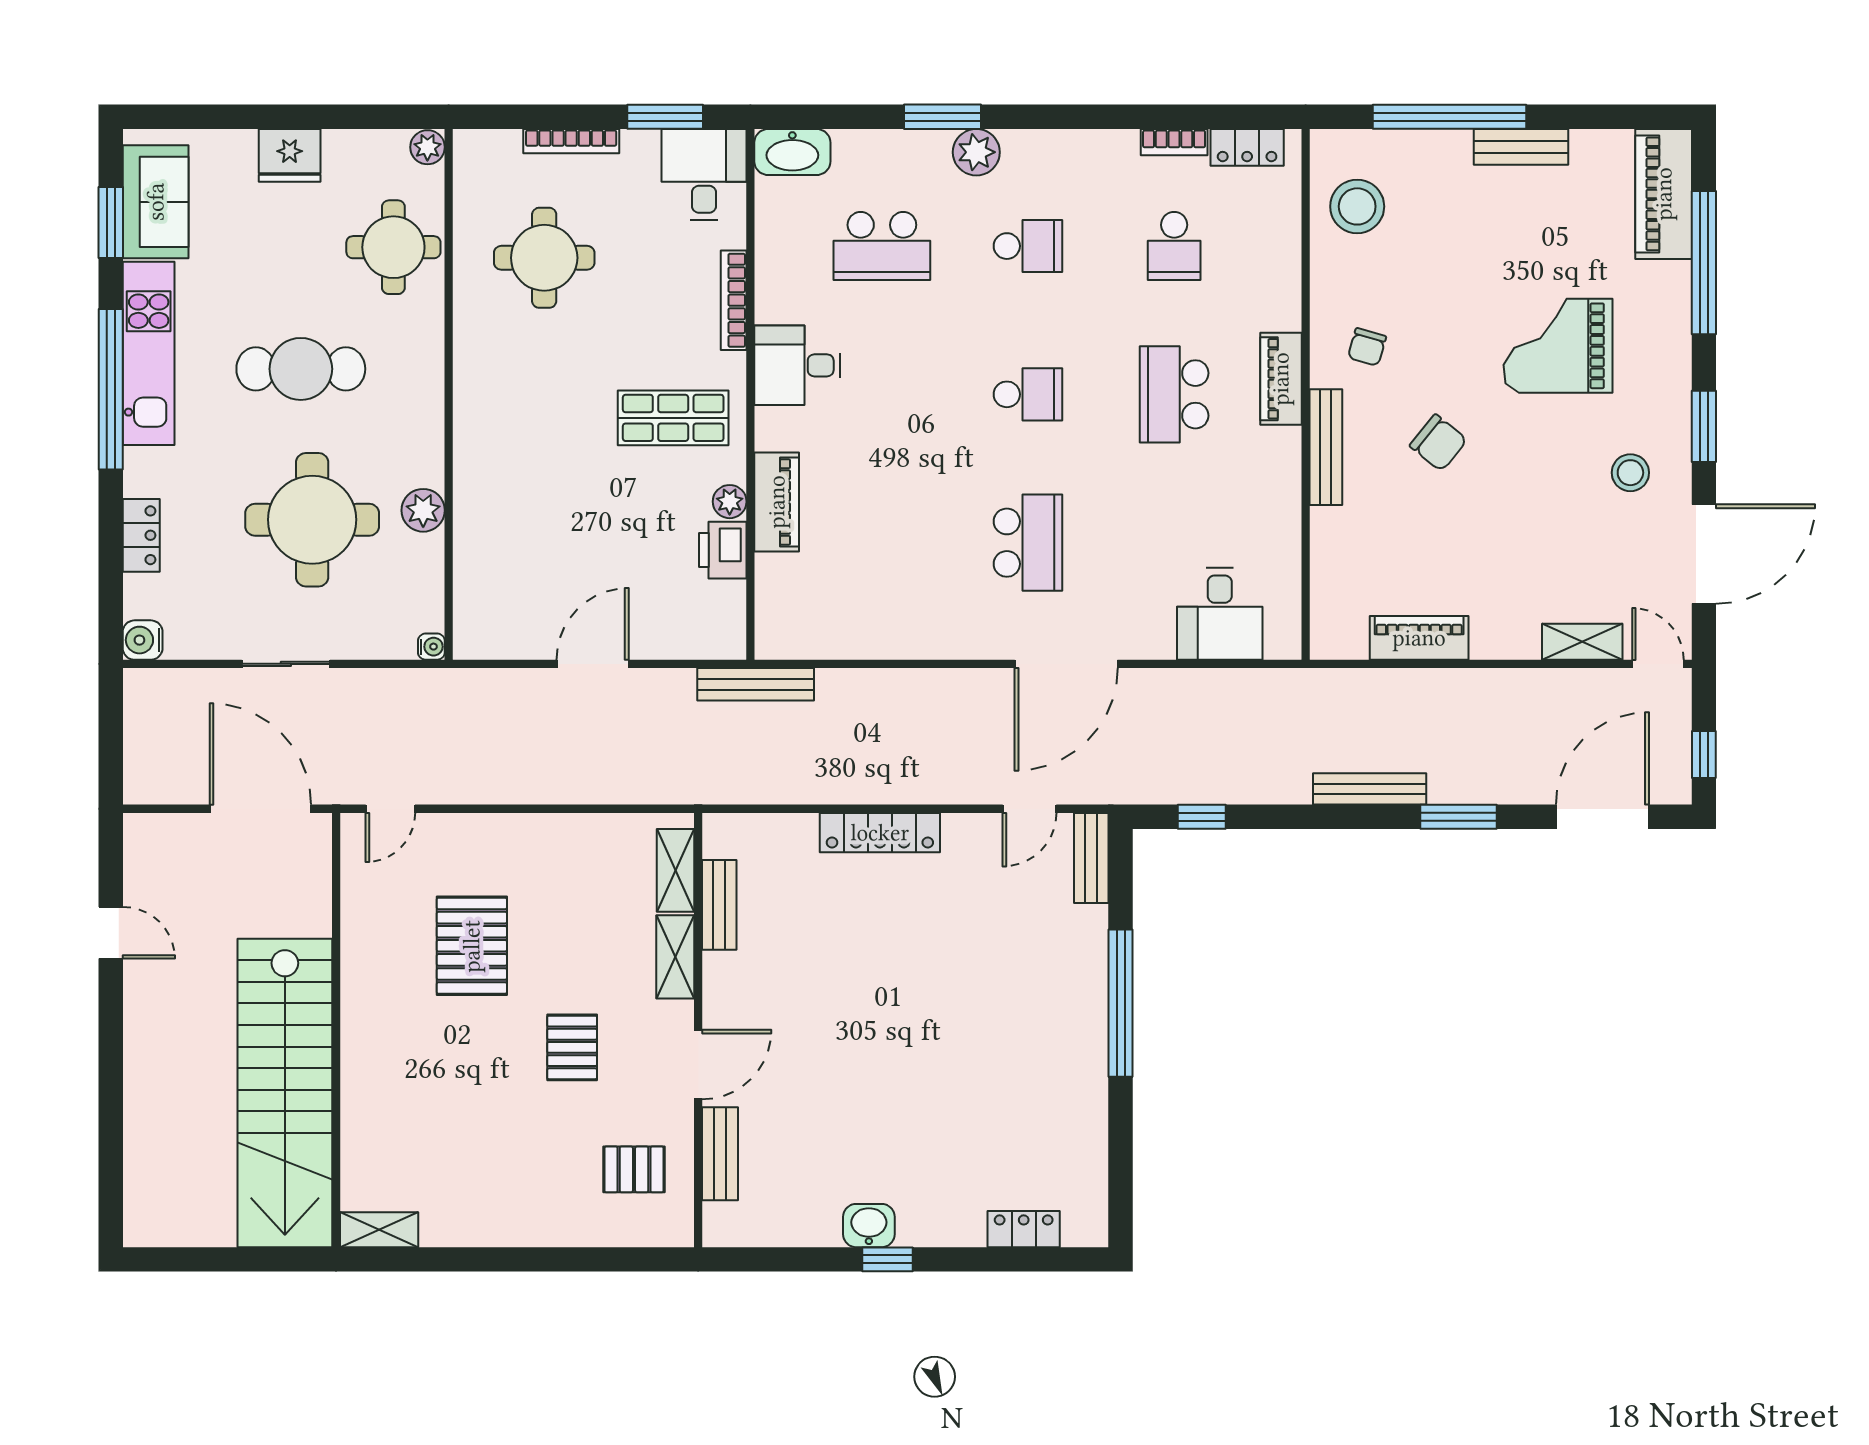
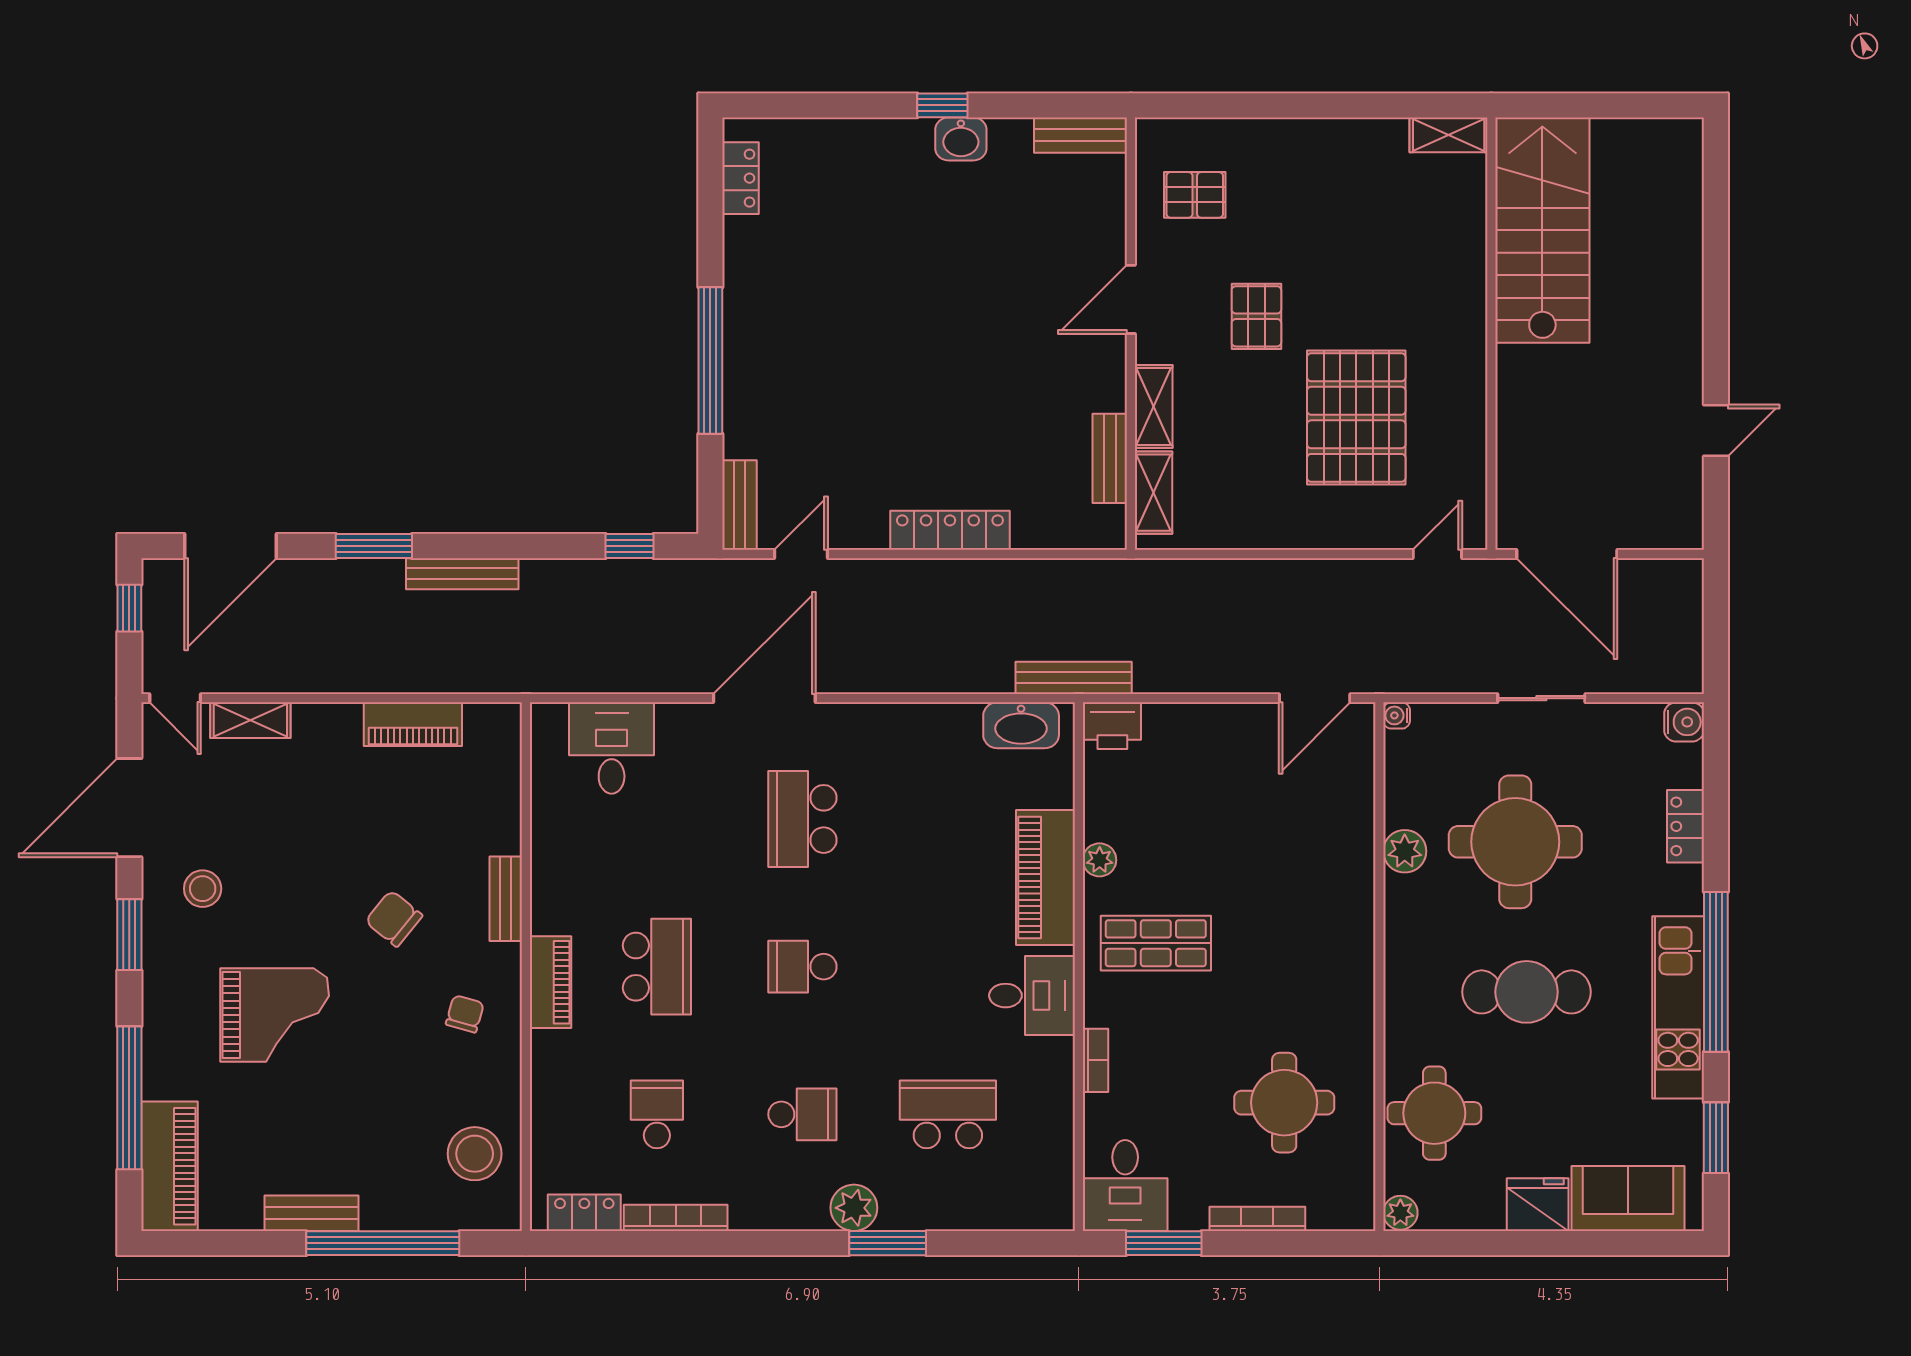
bookcase: (1174, 142) -> (676, 1218), width x1.56
washbasin: (792, 152) -> (1021, 725), moved, turned 180
sofa: (156, 202) -> (1628, 1198), moved, turned 90
school desk: (1028, 246) -> (802, 1114), turned 180
bookcase: (734, 300) -> (1096, 1060), width x0.64
bench: (1326, 447) -> (506, 899), width x0.73
piano: (777, 502) -> (1045, 878), width x1.37, depth x1.33
printer: (723, 550) -> (1112, 726), moved, turned 90
door: (593, 664) -> (1315, 698), moved
door: (111, 933) -> (1716, 431), swing flipped
pallet: (472, 946) -> (1356, 418), width x1.37, depth x1.41
stairs: (285, 1093) -> (1542, 230), width x0.73
bench: (720, 1154) -> (1080, 135), moved, turned 90
locker: (1024, 1229) -> (740, 178), moved, turned -90

